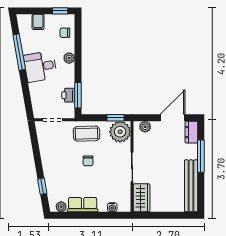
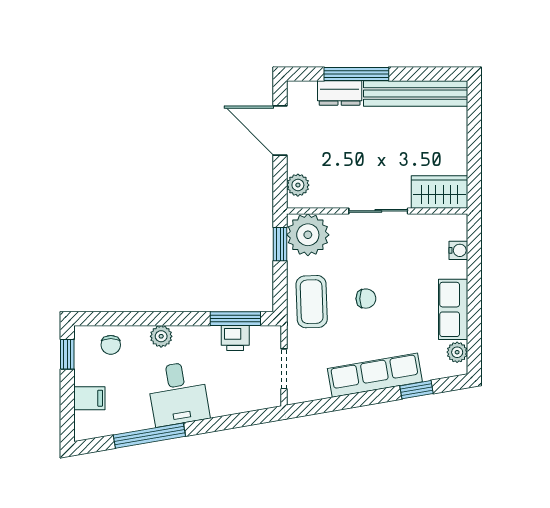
dresser: (191, 132) -> (340, 93), moved
row of seats: (50, 165) -> (375, 375), added

